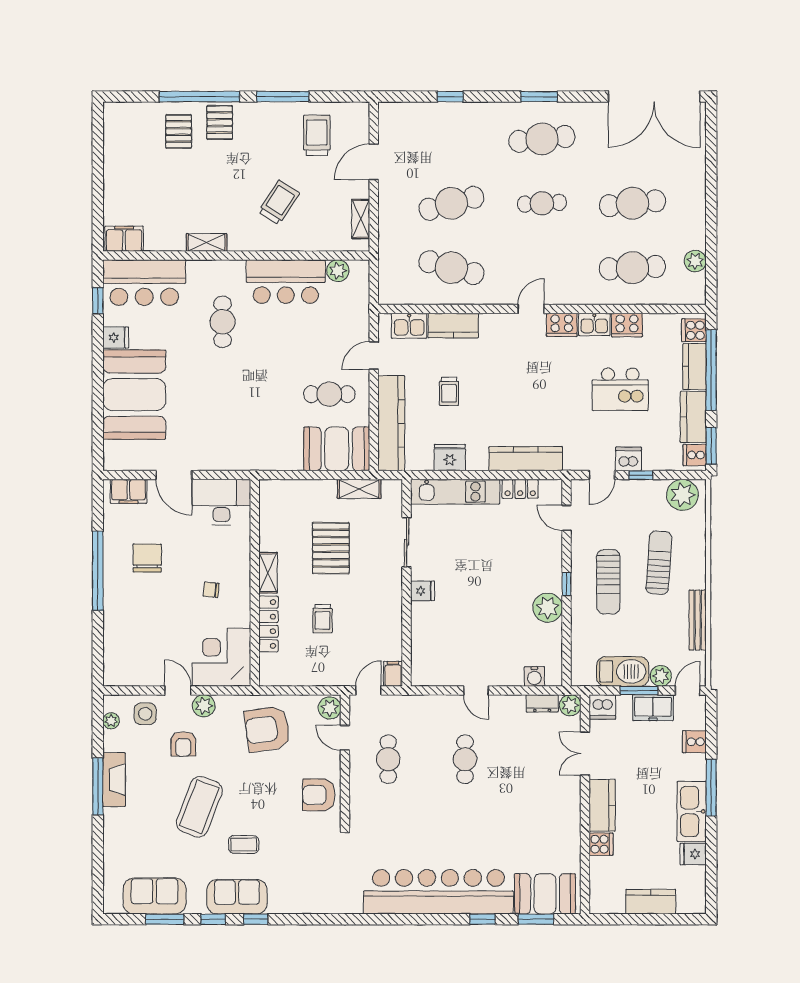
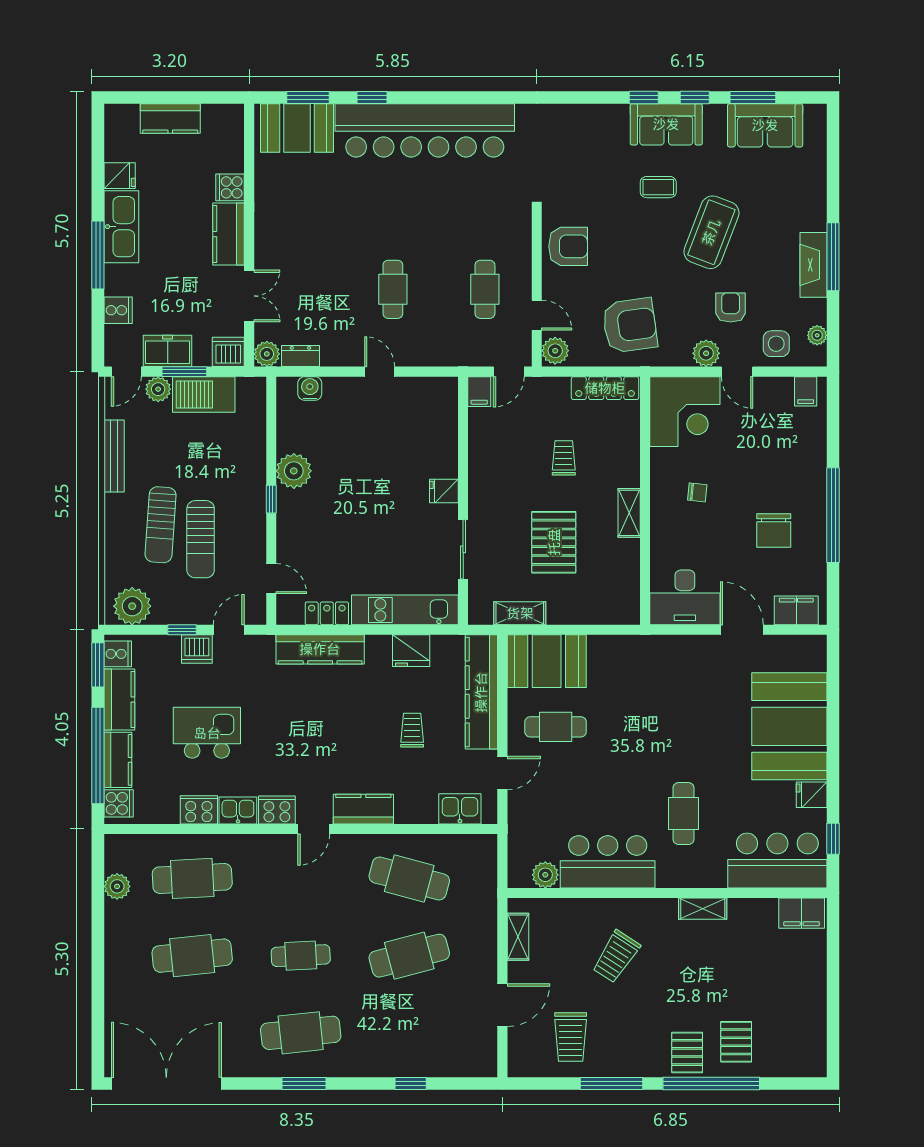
kitchen counter: (453, 326) -> (363, 809), moved
sun lounger: (608, 582) -> (201, 539), moved, turned 180
locker: (268, 624) -> (605, 388), moved, turned -90
filing cabinet: (121, 674) -> (806, 391), added

